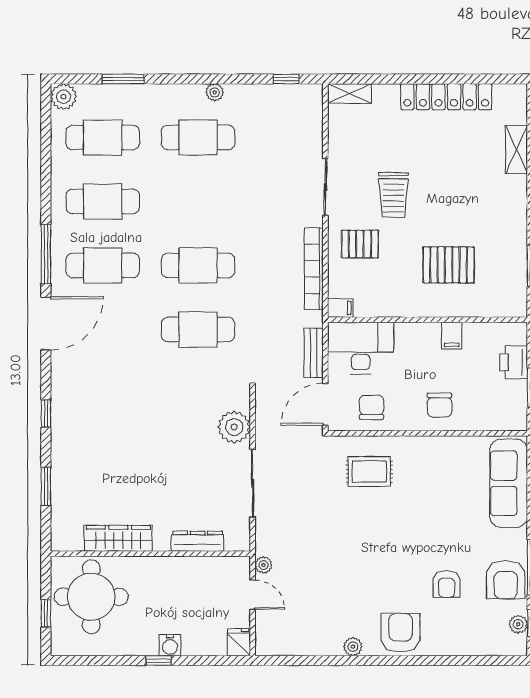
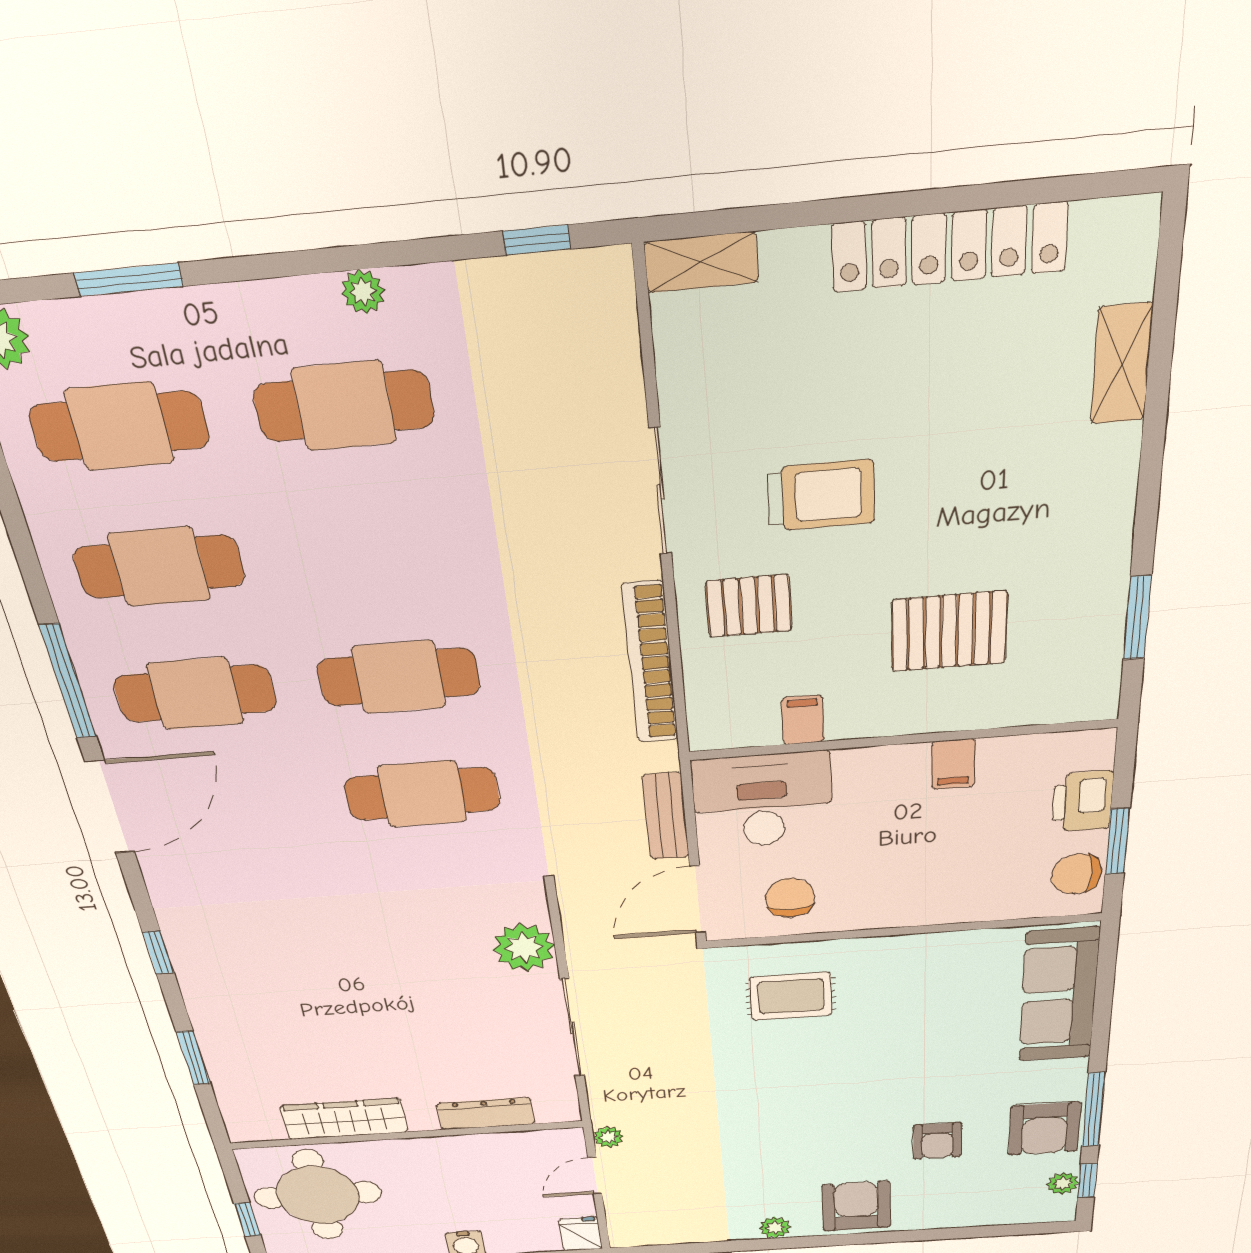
trolley: (393, 195) -> (821, 495), turned -90
filing cabinet: (340, 308) -> (803, 720), moved, turned -90
chair: (440, 405) -> (1076, 874), moved, turned 90
door: (253, 595) -> (595, 1175), swing flipped

